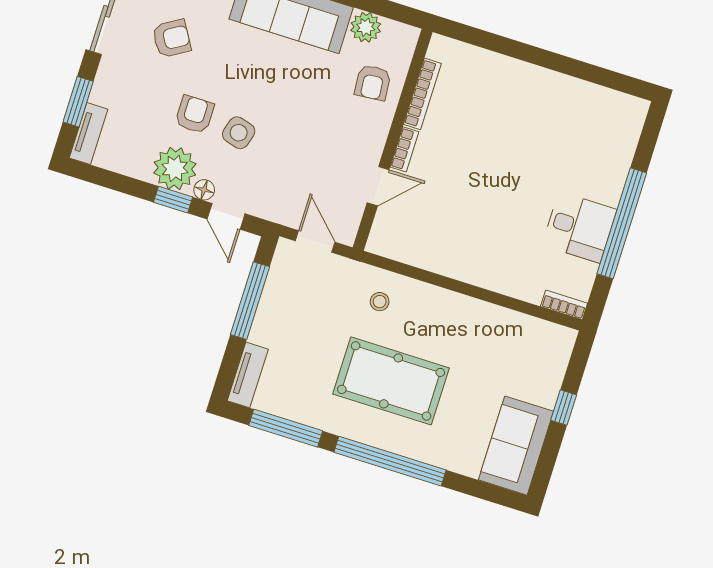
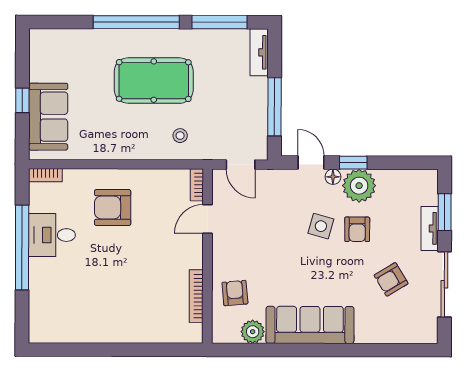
tv unit: (89, 134) -> (430, 228), moved
bookcase: (404, 149) -> (197, 185), moved
armchair: (492, 238) -> (113, 208), added
sofa: (516, 446) -> (48, 117), moved

